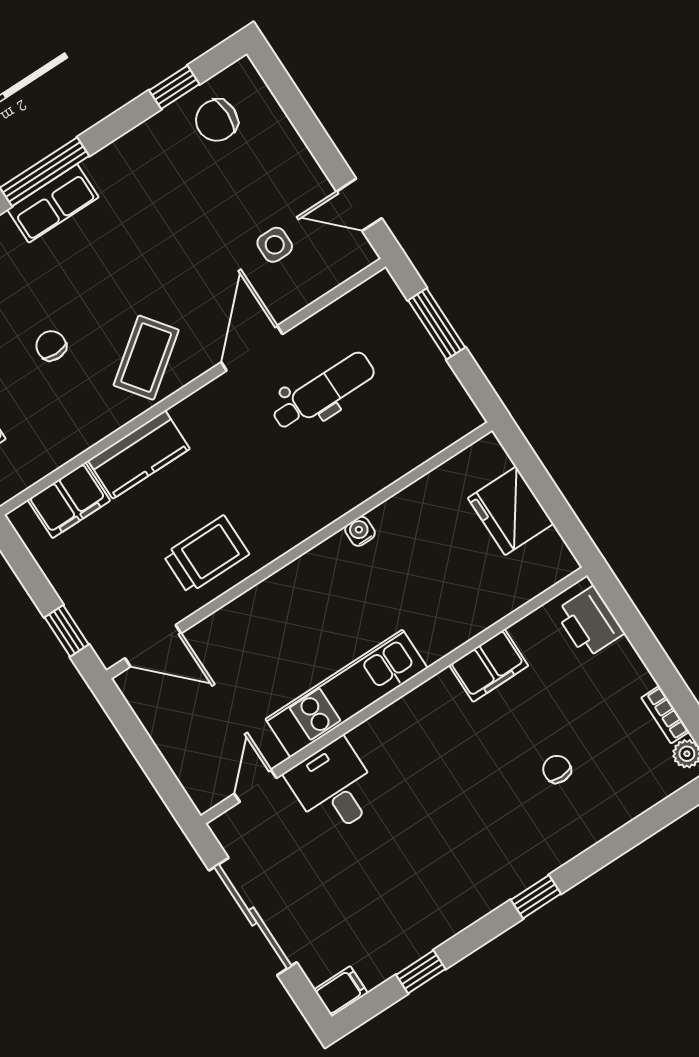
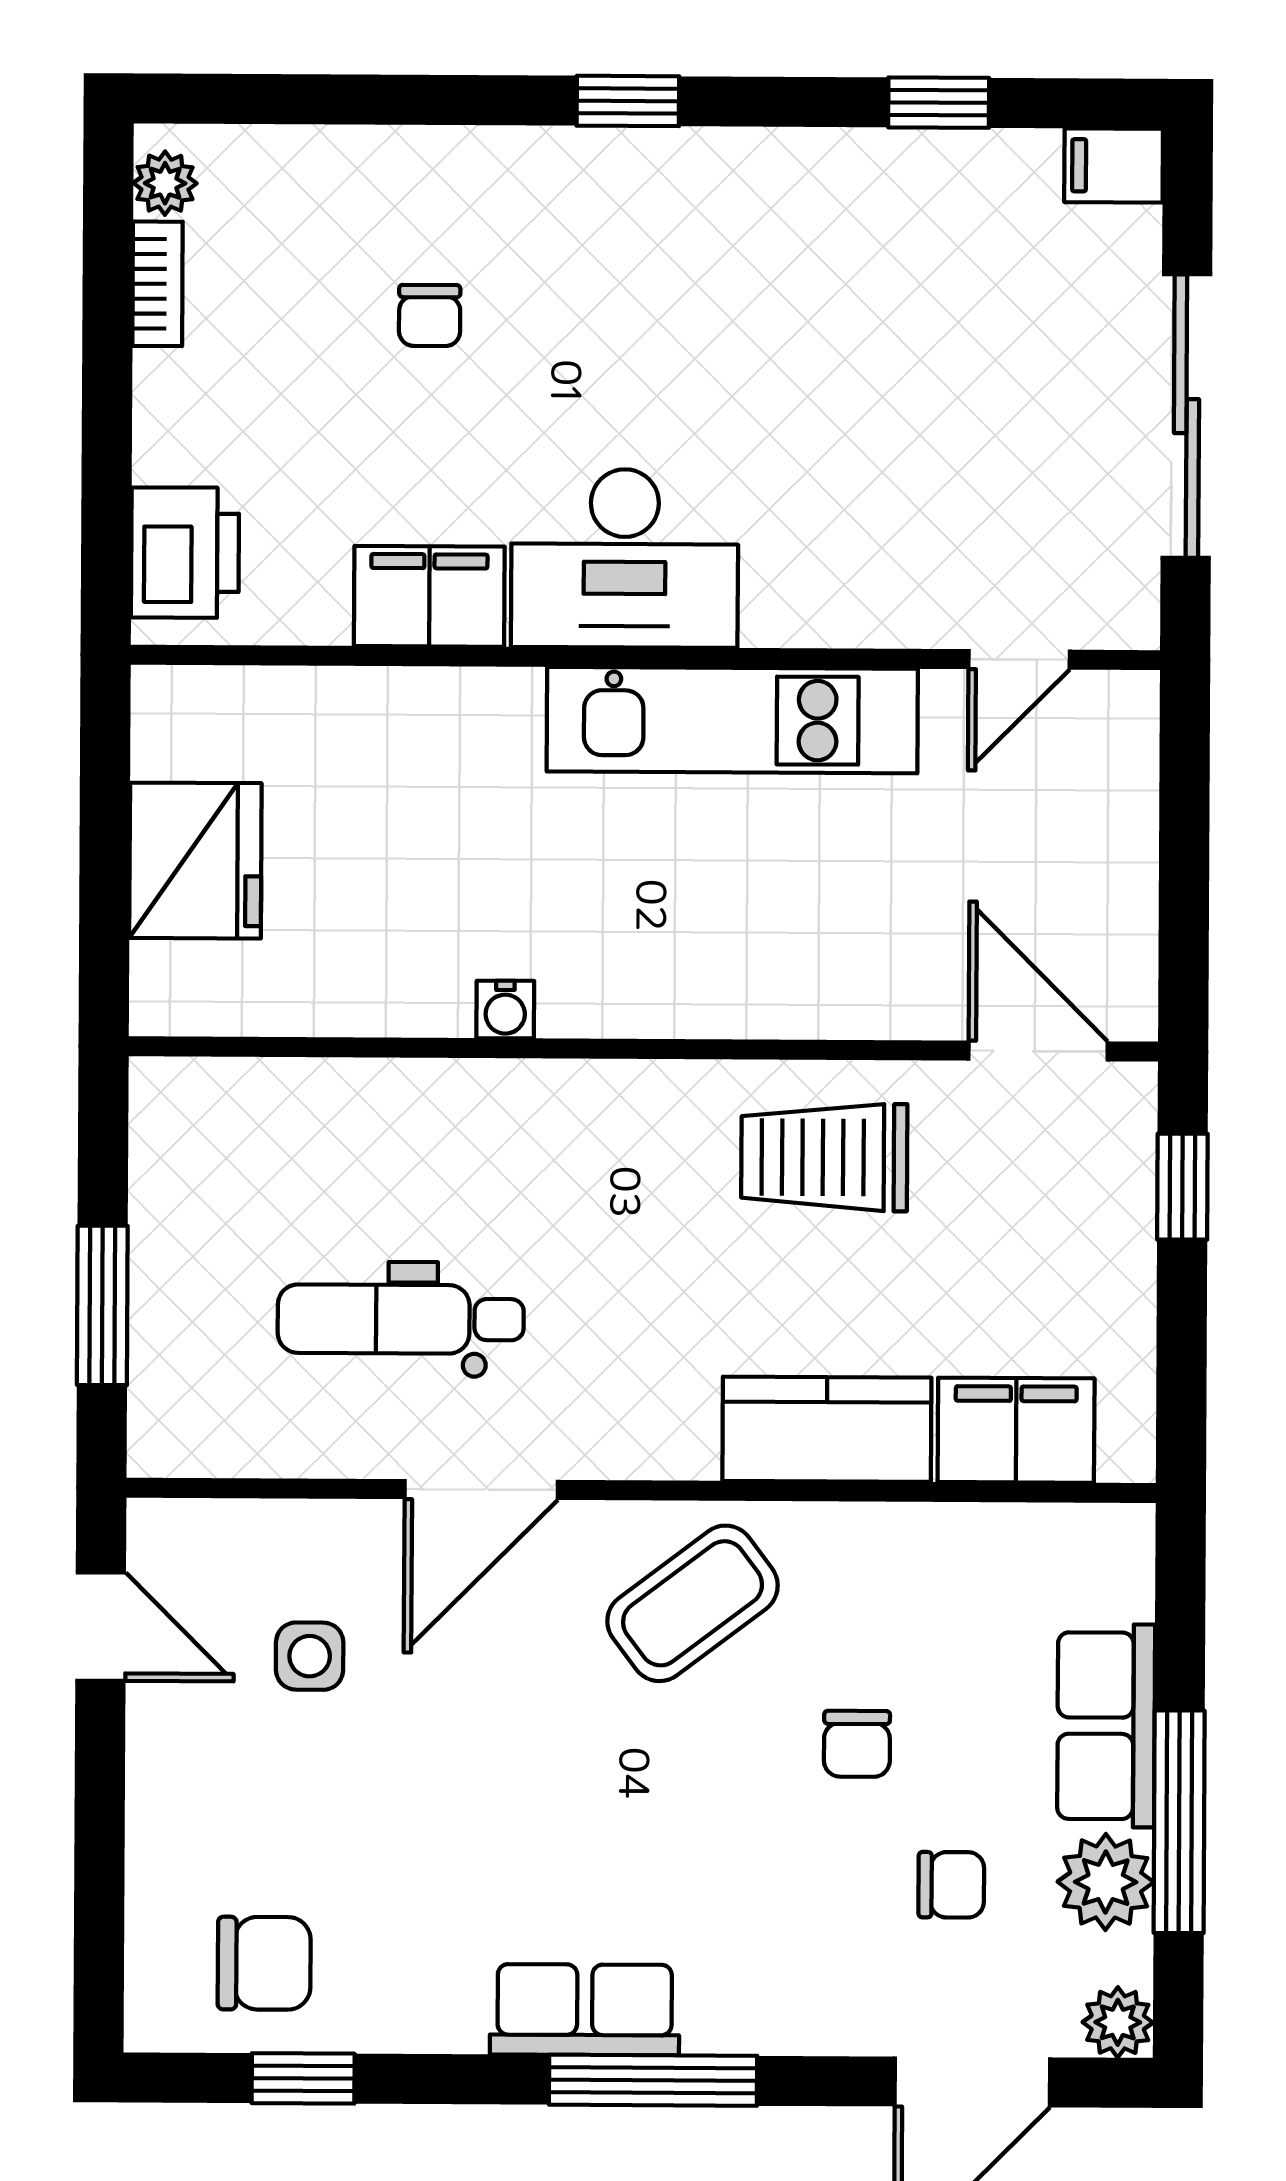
row of seats: (53, 203) -> (585, 2010), moved
desk: (334, 787) -> (625, 558), moved, width x1.37

